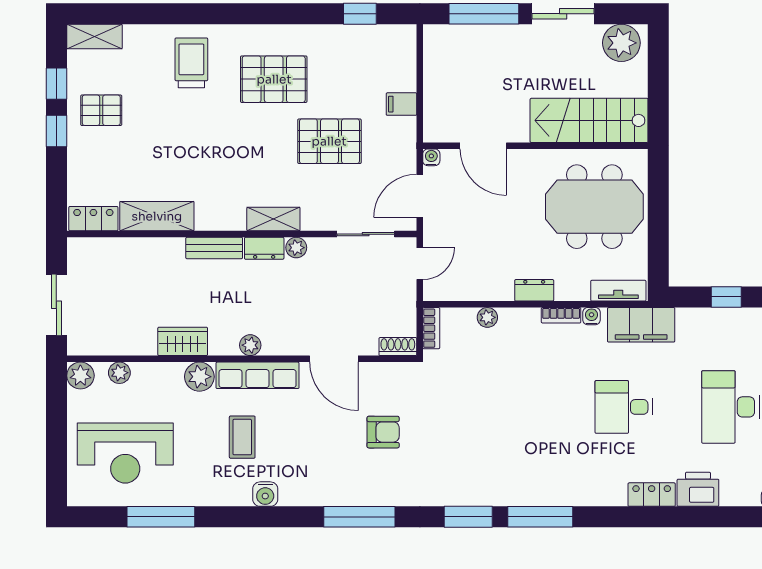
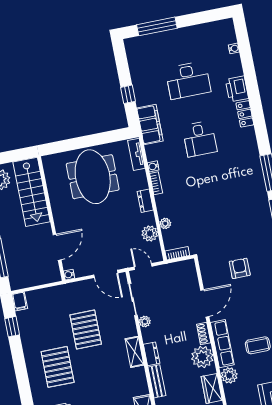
filing cabinet: (401, 104) -> (20, 301), moved
stairs: (589, 120) -> (32, 192), moved
door: (483, 146) -> (57, 247), moved
wall: (535, 146) -> (51, 219), moved
water cooler: (431, 157) -> (69, 275), moved
plant: (296, 248) -> (145, 321), moved
plant: (475, 287) -> (150, 234), added
filing cabinet: (641, 325) -> (150, 124), moved
plant: (250, 345) -> (202, 357), width x1.88, depth x1.88
shoe rack: (398, 347) -> (204, 333), moved

